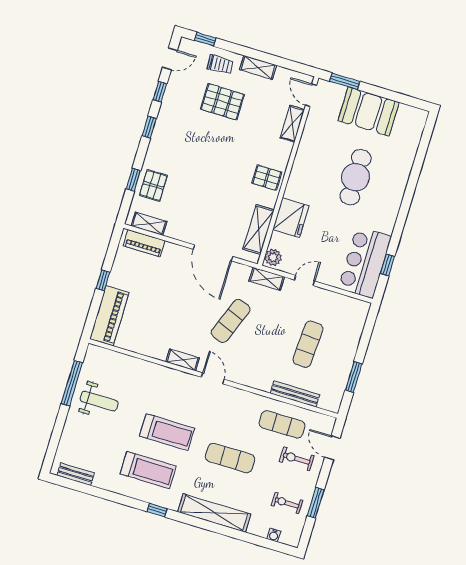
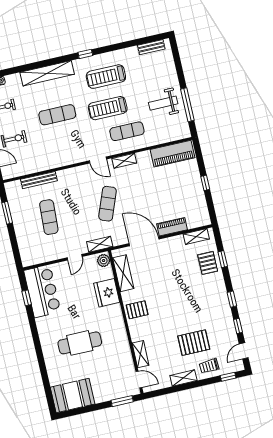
booth: (369, 111) -> (73, 396), moved
cafe table: (356, 177) -> (80, 343), turned 90
piano: (144, 243) -> (172, 227), moved
piano: (109, 316) -> (173, 154), moved, turned -90
exercise mat: (282, 424) -> (127, 131), moved

